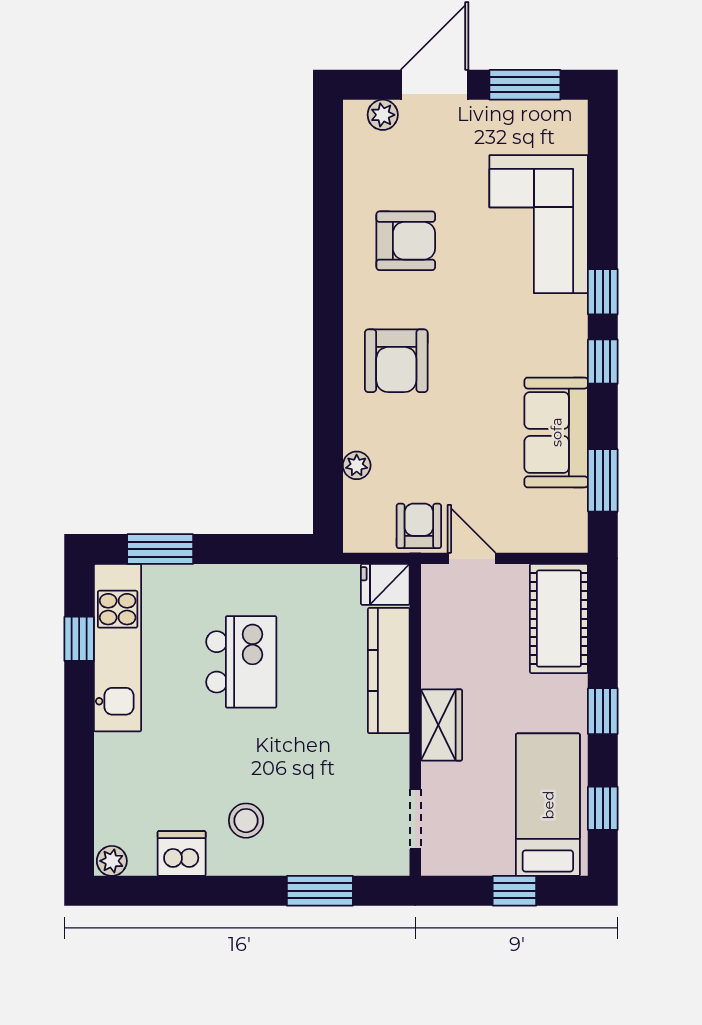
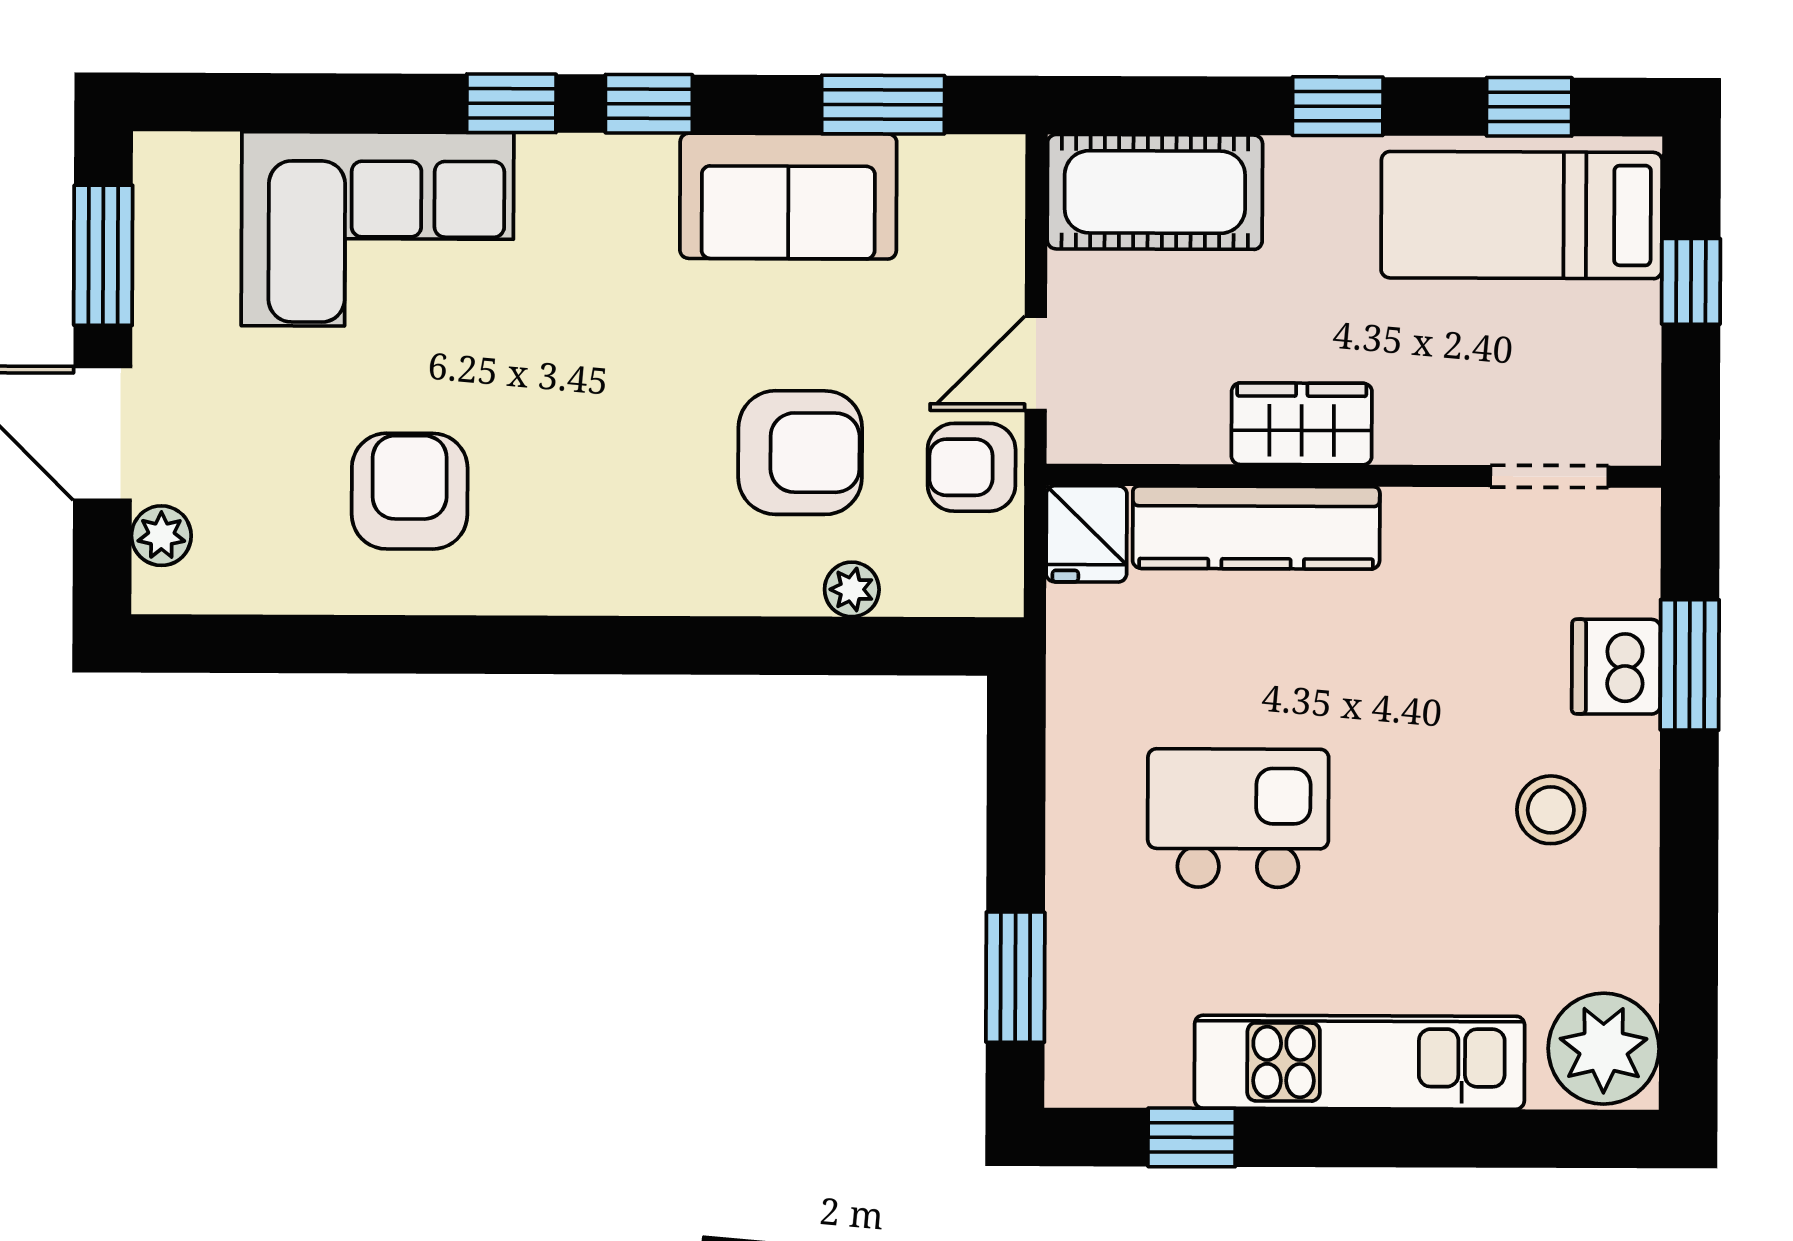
armchair: (396, 361) -> (800, 453), moved
kitchen unit: (118, 648) -> (1359, 1062), moved
wardrobe: (441, 725) -> (1302, 424), moved
dishwasher: (182, 853) -> (1616, 667), moved
plant: (112, 861) -> (1604, 1049), width x1.88, depth x1.88

